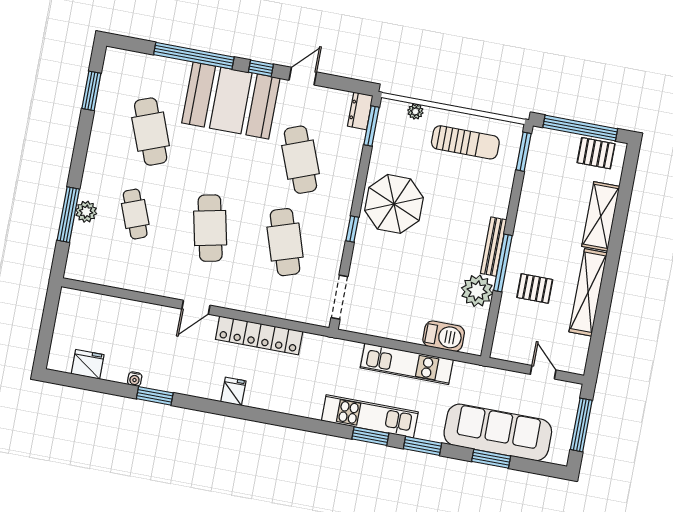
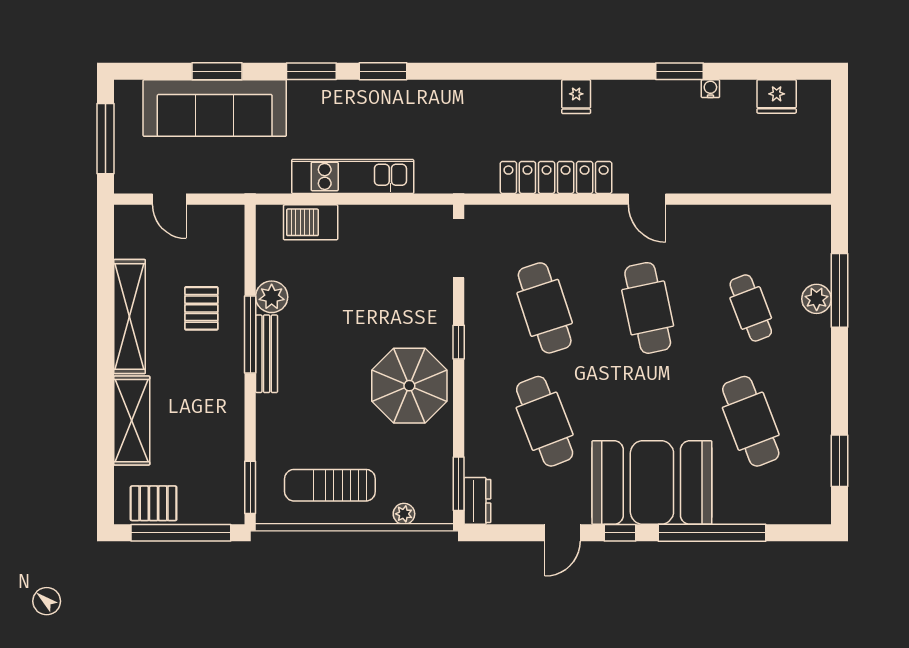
pallet: (535, 288) -> (201, 308), turned 90
plant: (477, 291) -> (272, 297), width x0.73, depth x0.73
door: (196, 307) -> (647, 199), swing flipped
kitchen unit: (370, 416) -> (389, 98), removed

